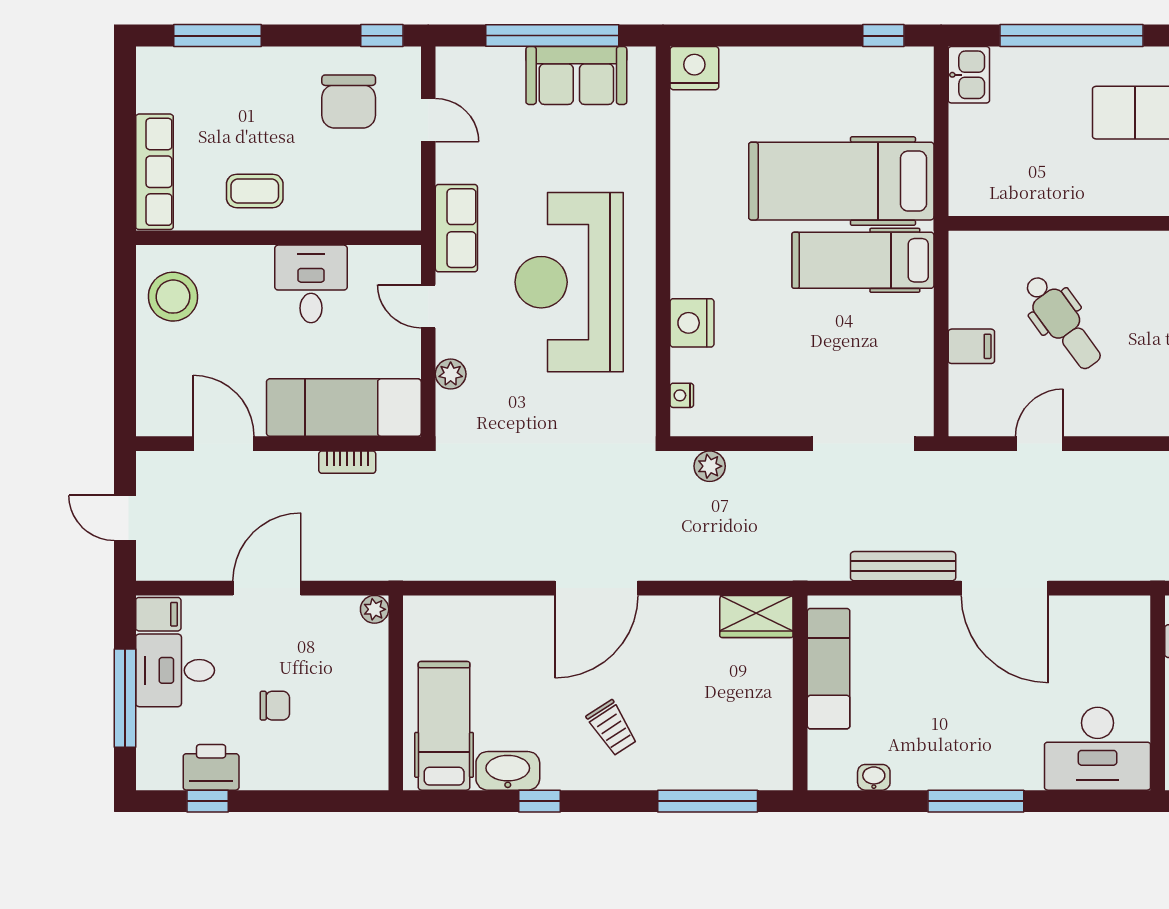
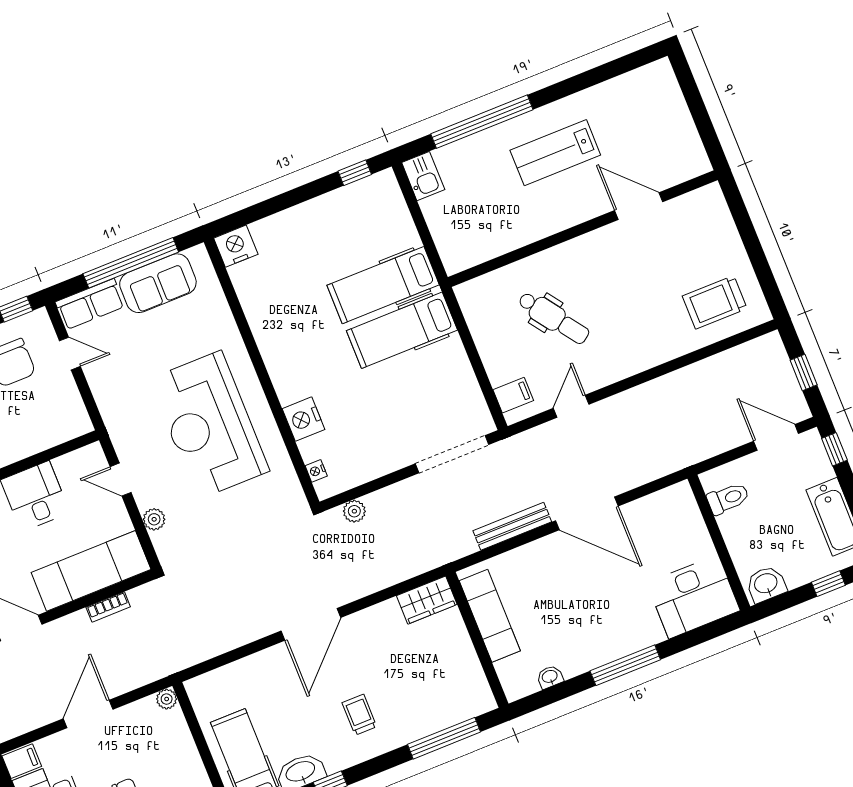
hospital bed: (841, 181) -> (383, 285), width x0.73, depth x0.78
row of seats: (456, 228) -> (90, 304), moved, turned 90
filing cabinet: (971, 346) -> (513, 395), moved
trolley: (612, 728) -> (359, 715), turned -147

